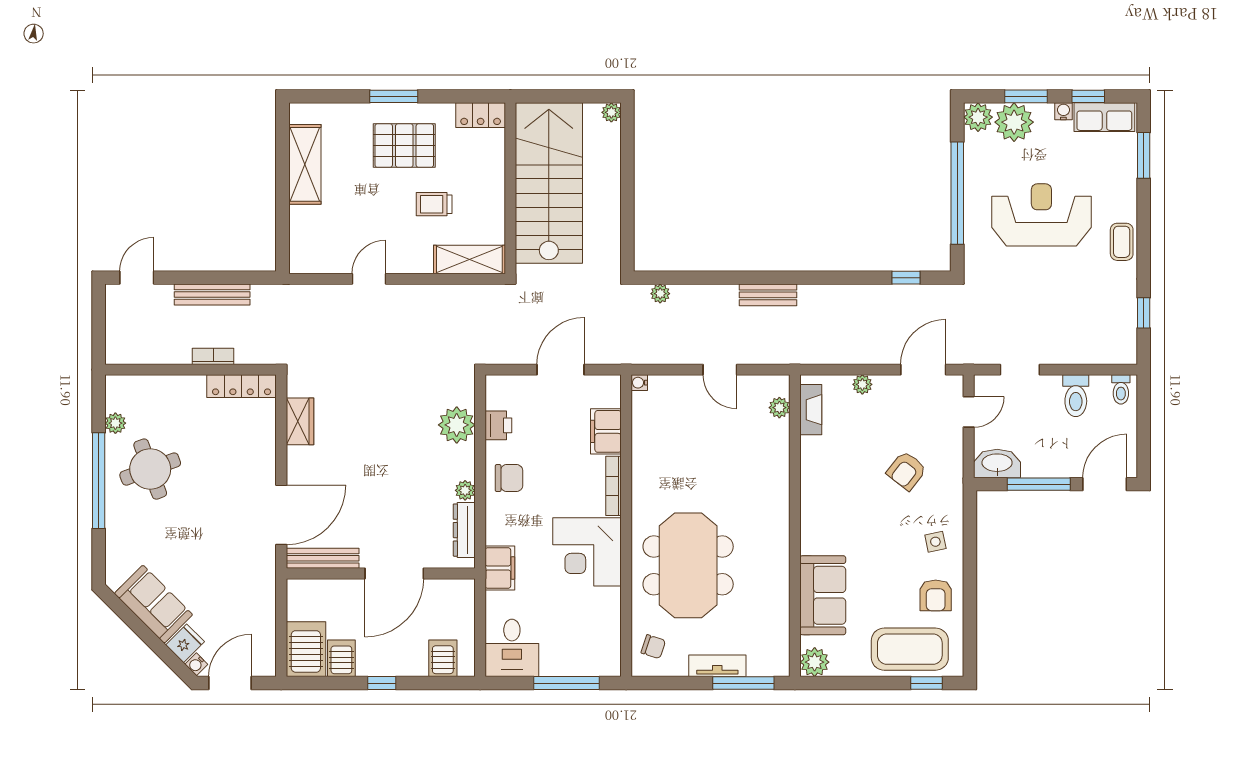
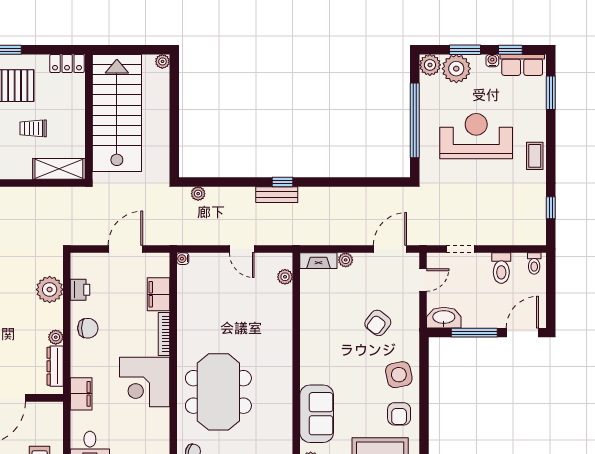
window: (906, 278) -> (283, 182), moved
fireplace: (811, 410) -> (318, 261), moved, turned 90
side table: (935, 542) -> (399, 375), width x1.87, depth x1.87

